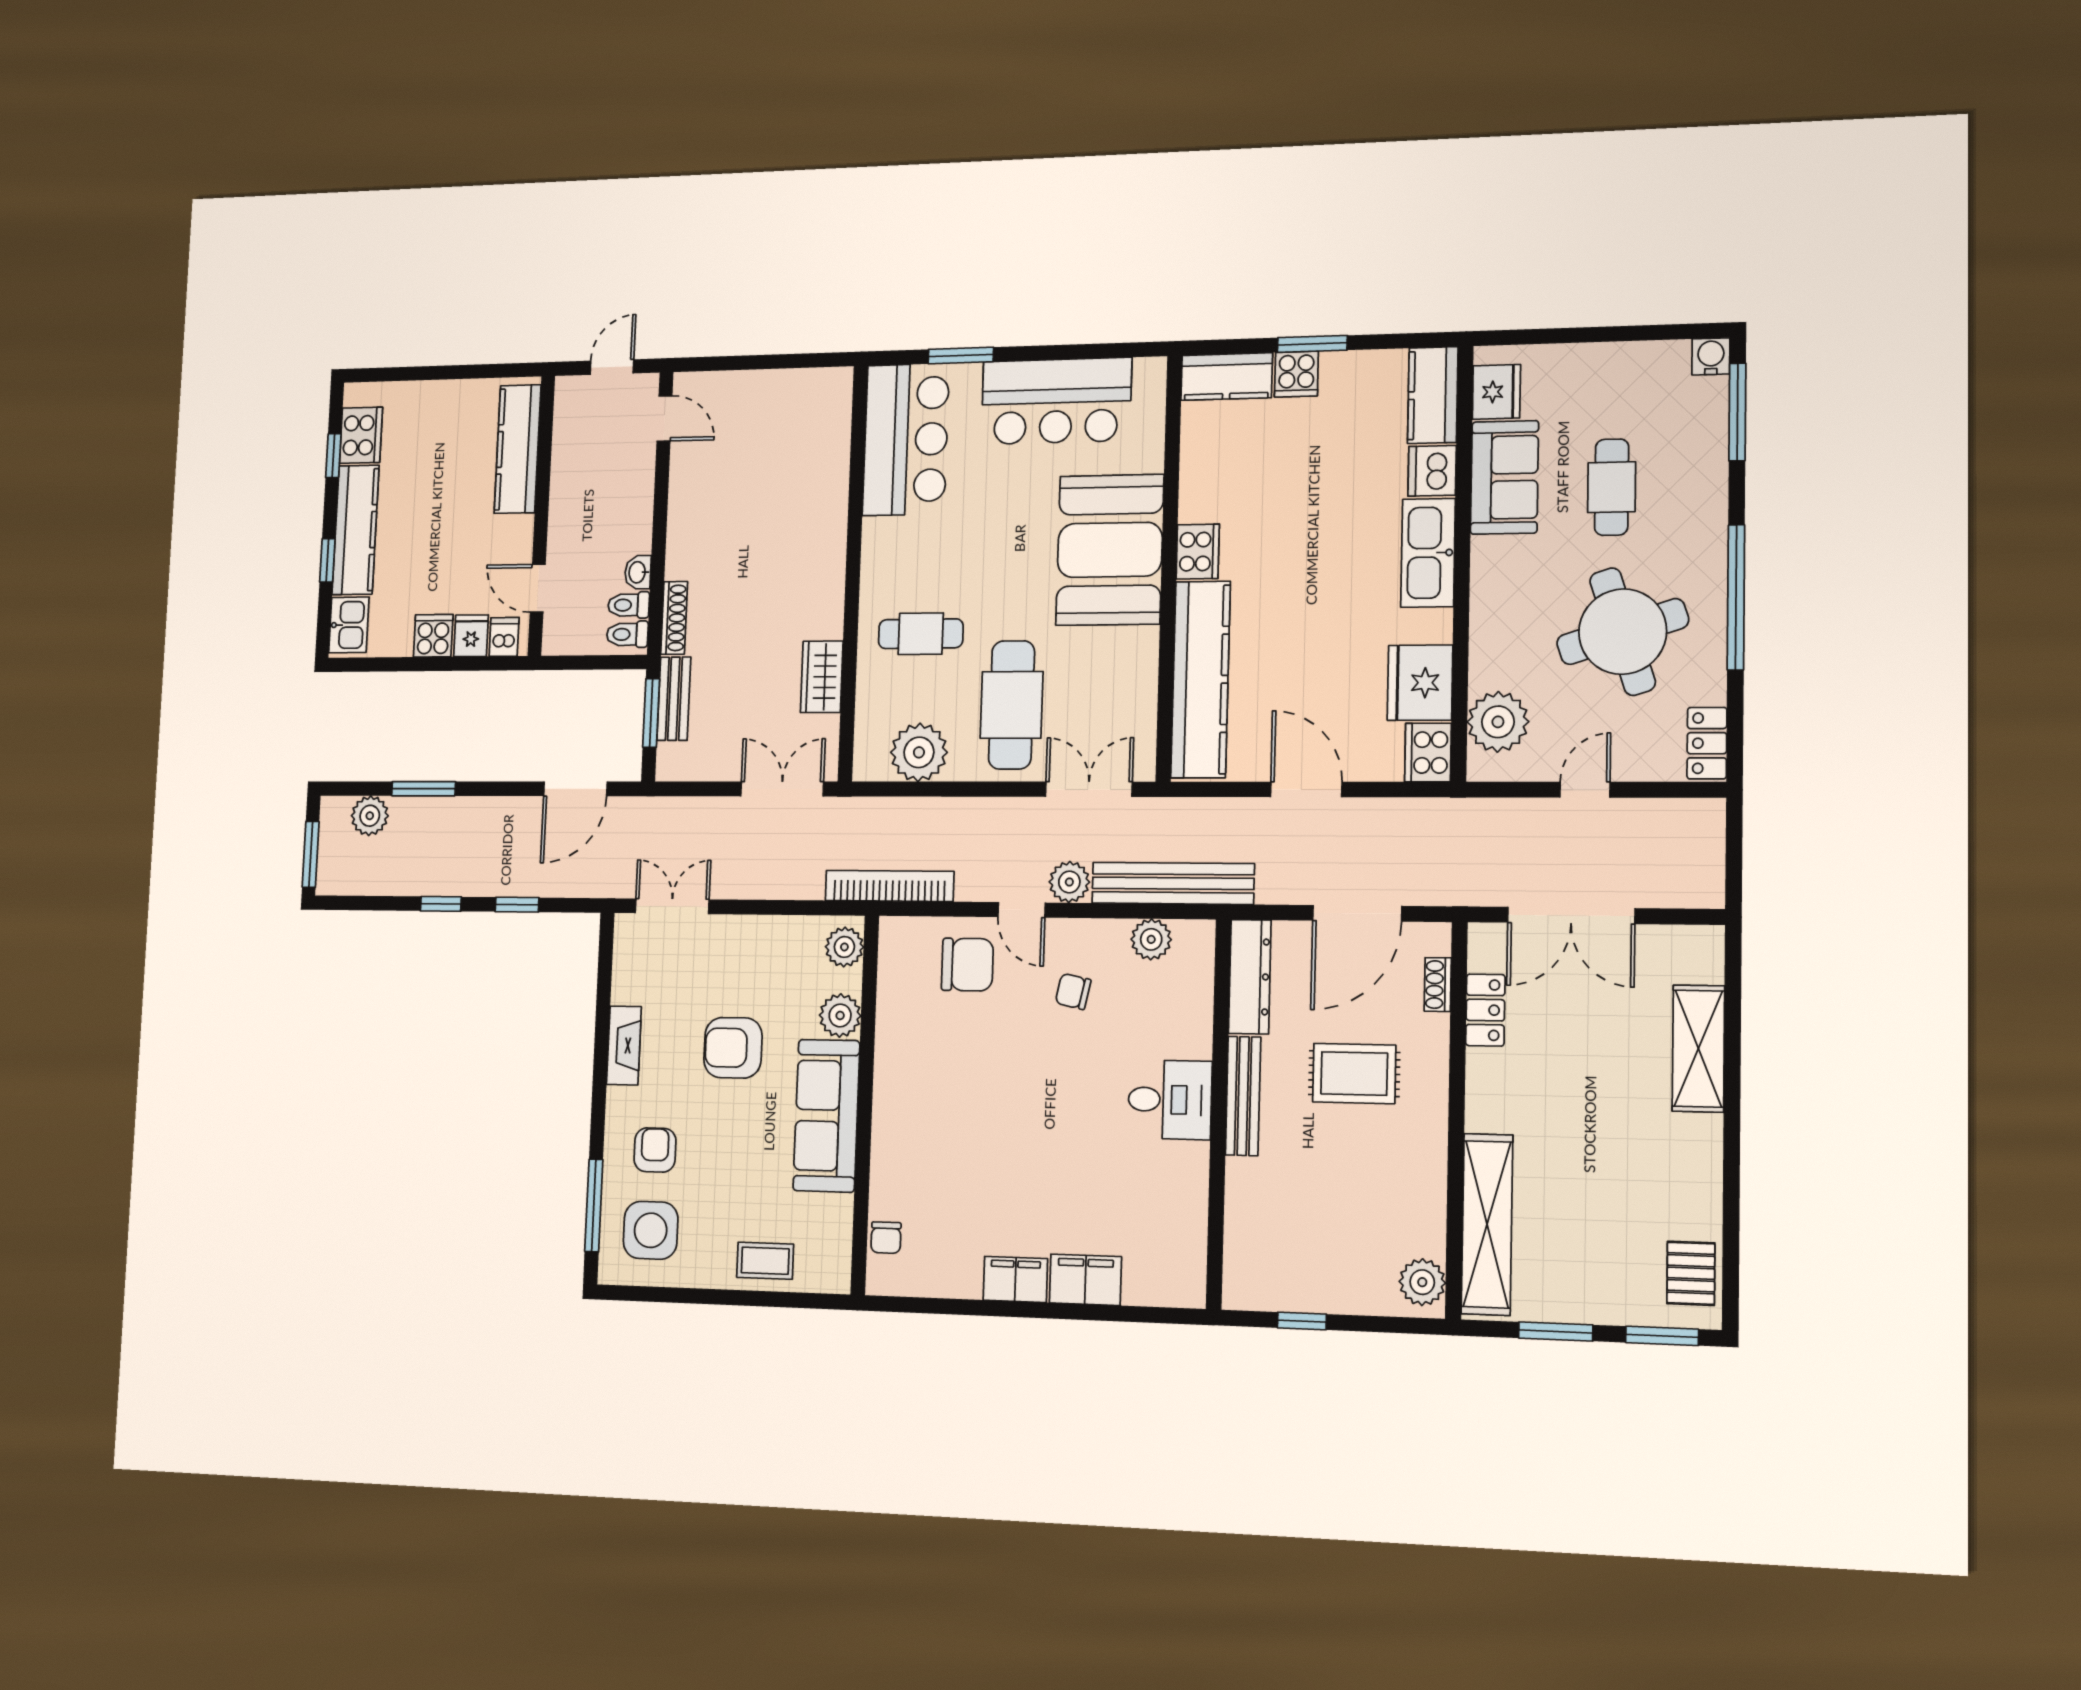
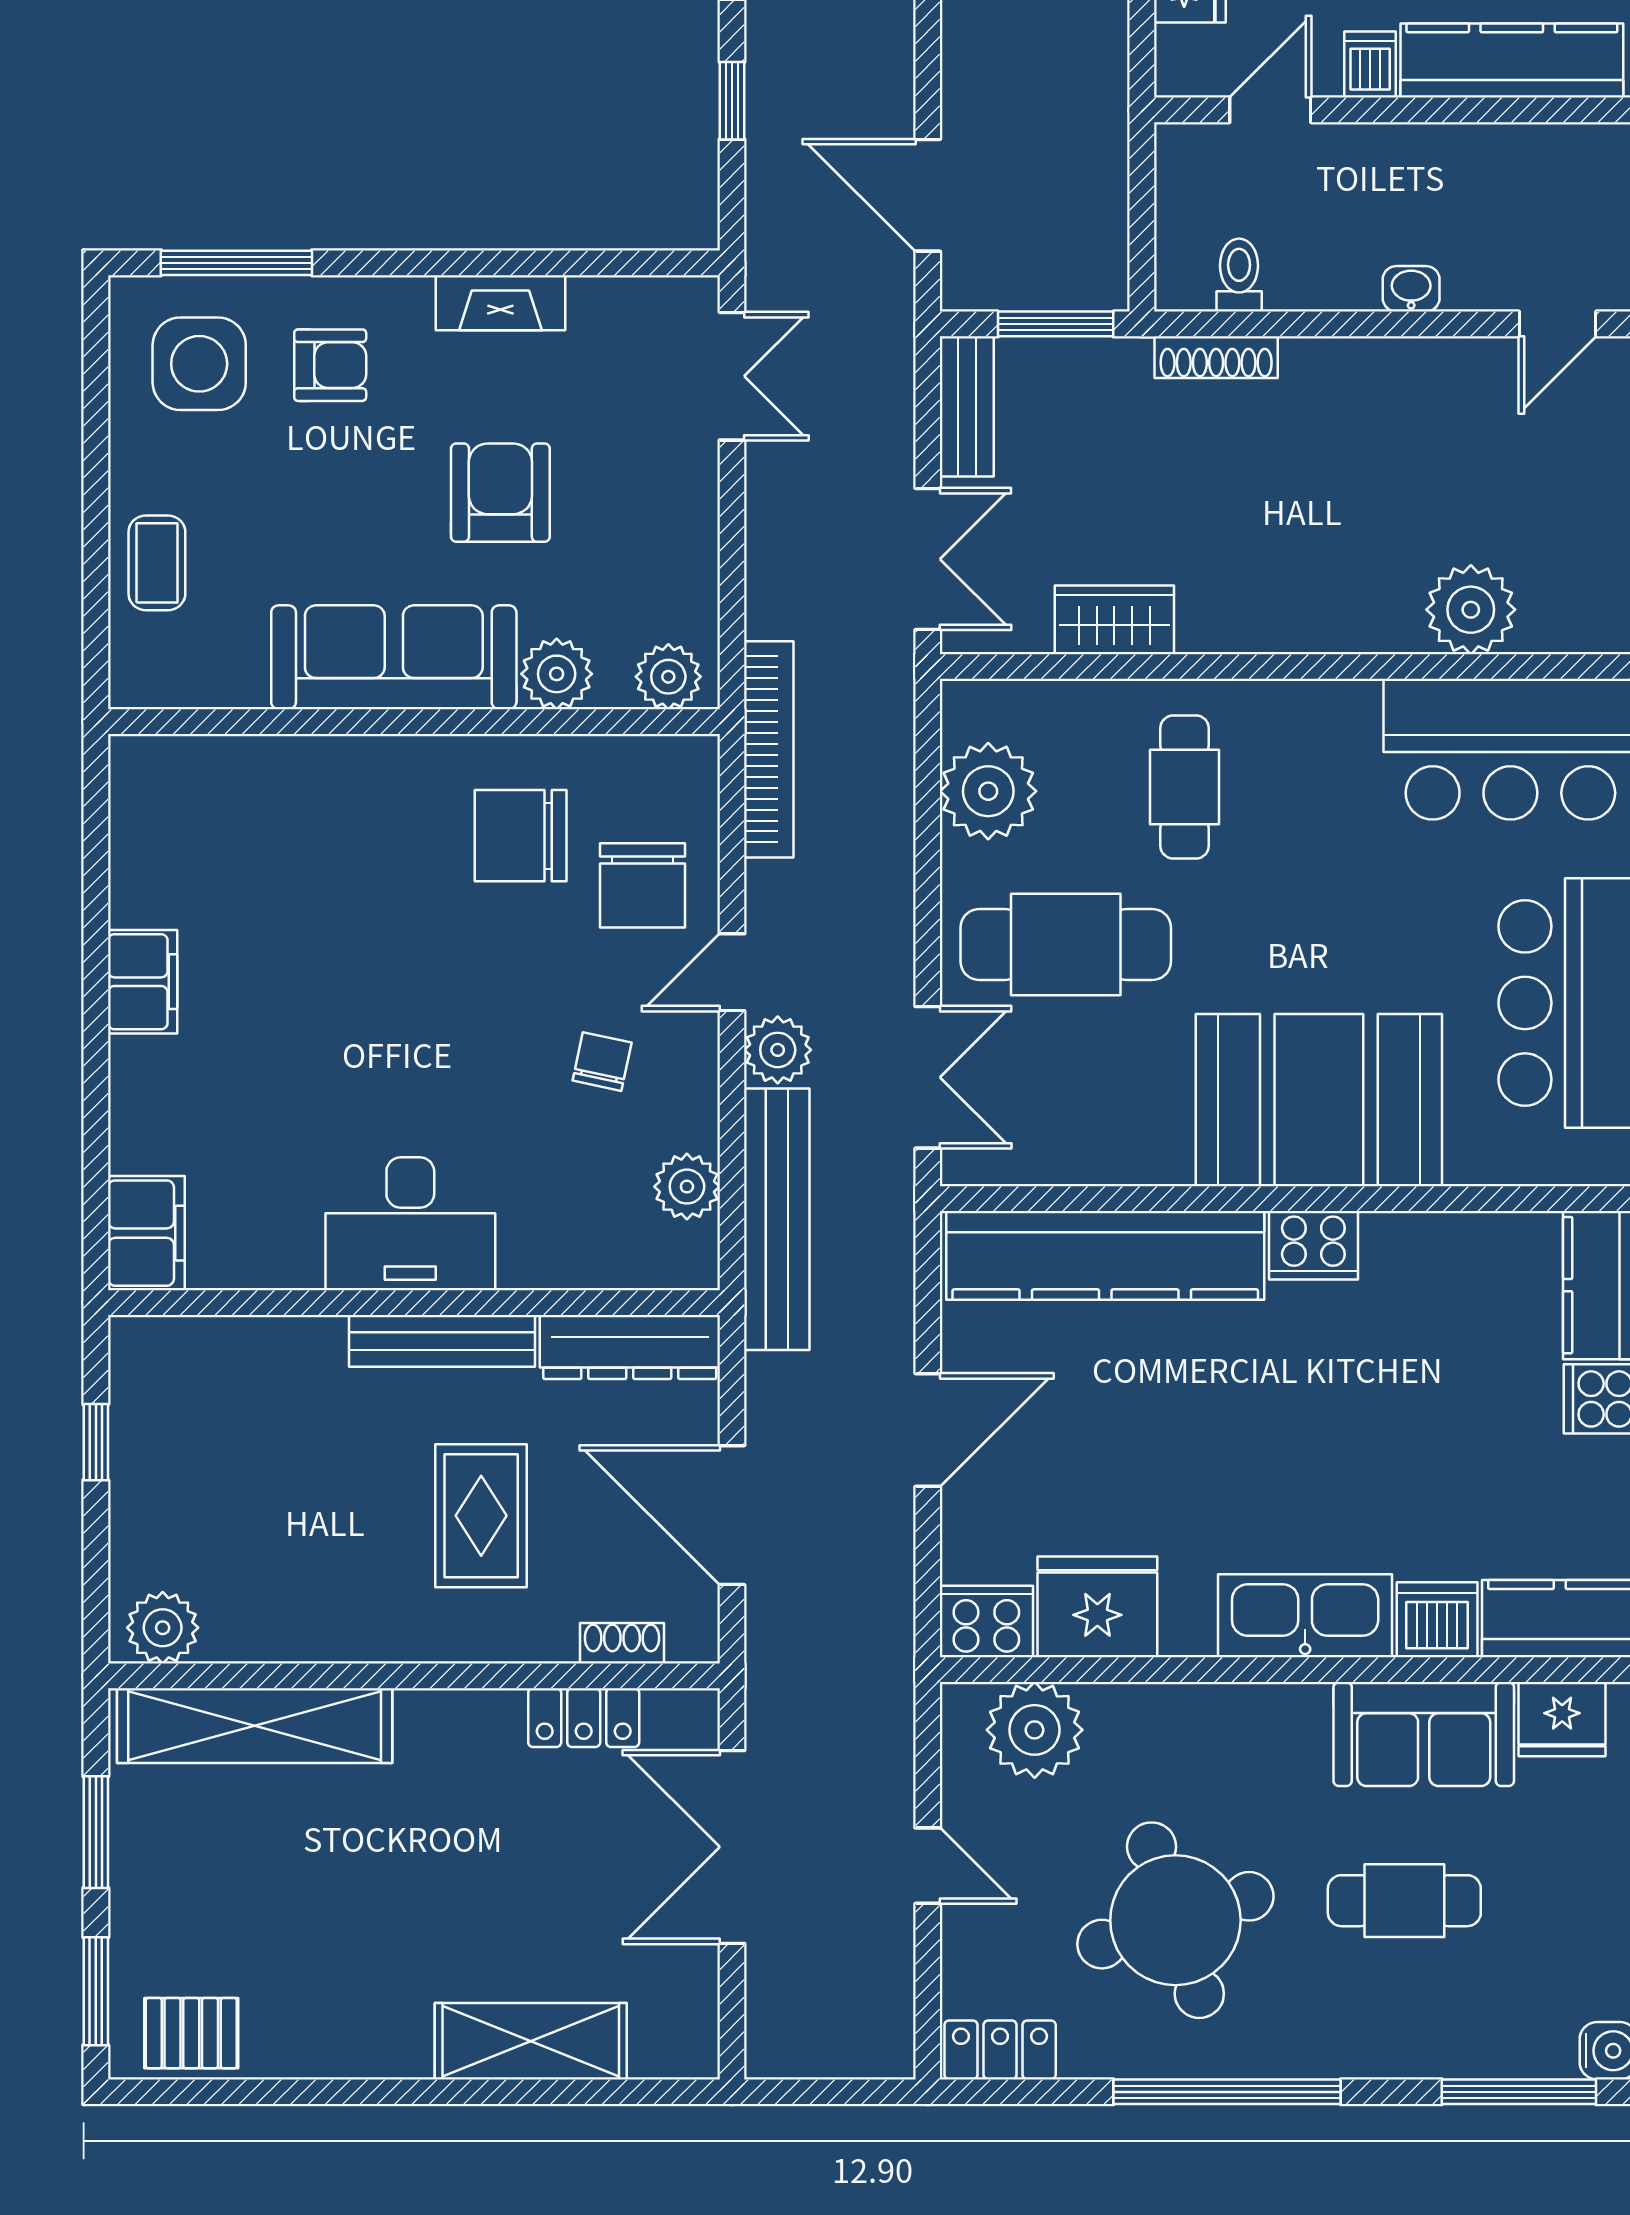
plant: (824, 465) -> (1471, 610), added
washbasin: (638, 572) -> (1411, 289), moved
toilet: (627, 634) -> (1189, 275), removed
dishwasher: (504, 637) -> (1370, 65), moved, turned -90
bench: (674, 699) -> (967, 406), moved, turned 90
desk: (1170, 1100) -> (410, 1224), width x1.37
chair: (886, 1238) -> (521, 836), moved, width x1.87, depth x1.87
filing cabinet: (1085, 1280) -> (146, 1233), moved

